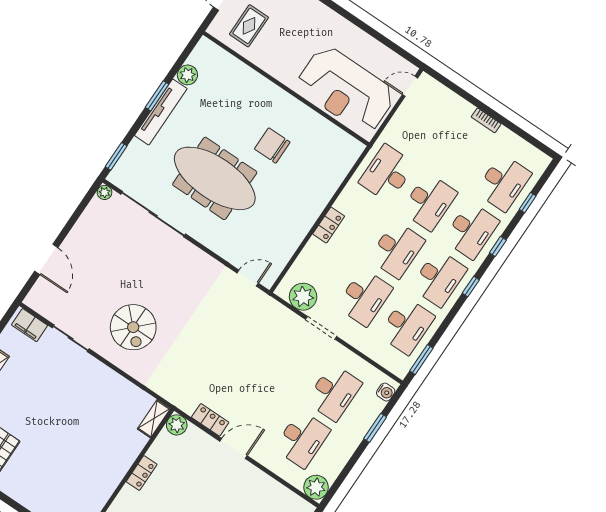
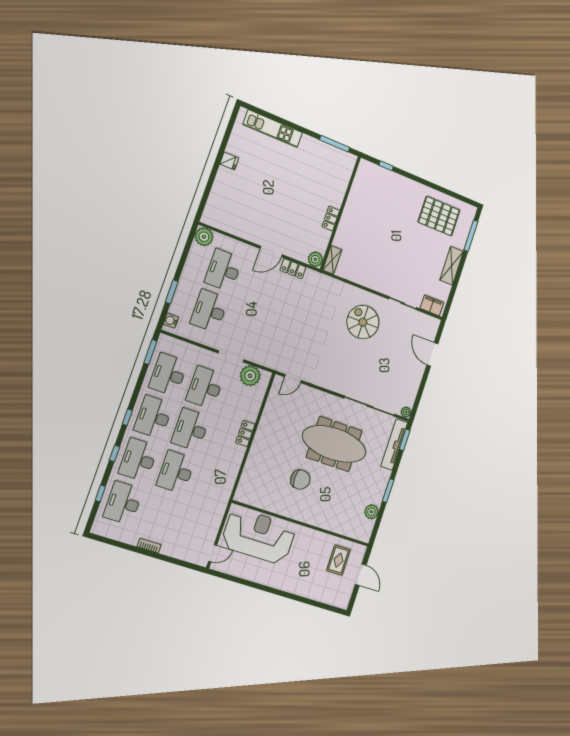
tv unit: (161, 112) -> (394, 444), moved
desk: (387, 173) -> (213, 484), removed

